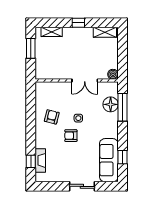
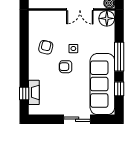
floor lamp: (111, 104) -> (107, 18), moved
window: (122, 107) -> (119, 57), moved
sofa: (109, 160) -> (102, 84), width x1.36, depth x1.27

